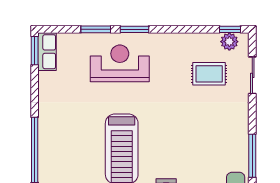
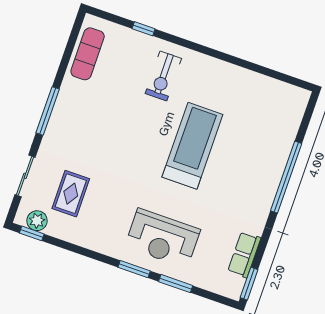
row of seats: (47, 52) -> (244, 255), moved
rug: (209, 74) -> (71, 194), turned 90
window: (252, 156) -> (48, 111), moved

